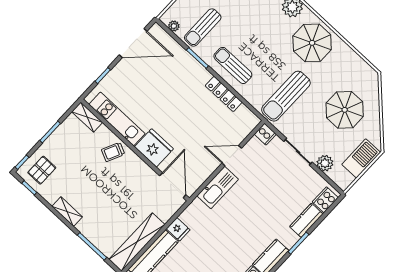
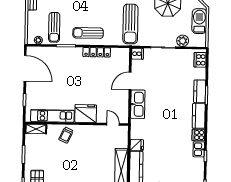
door: (133, 43) -> (25, 68), hinge flipped
door: (173, 185) -> (113, 124), width x0.53
kitchen counter: (306, 220) -> (200, 91), moved

